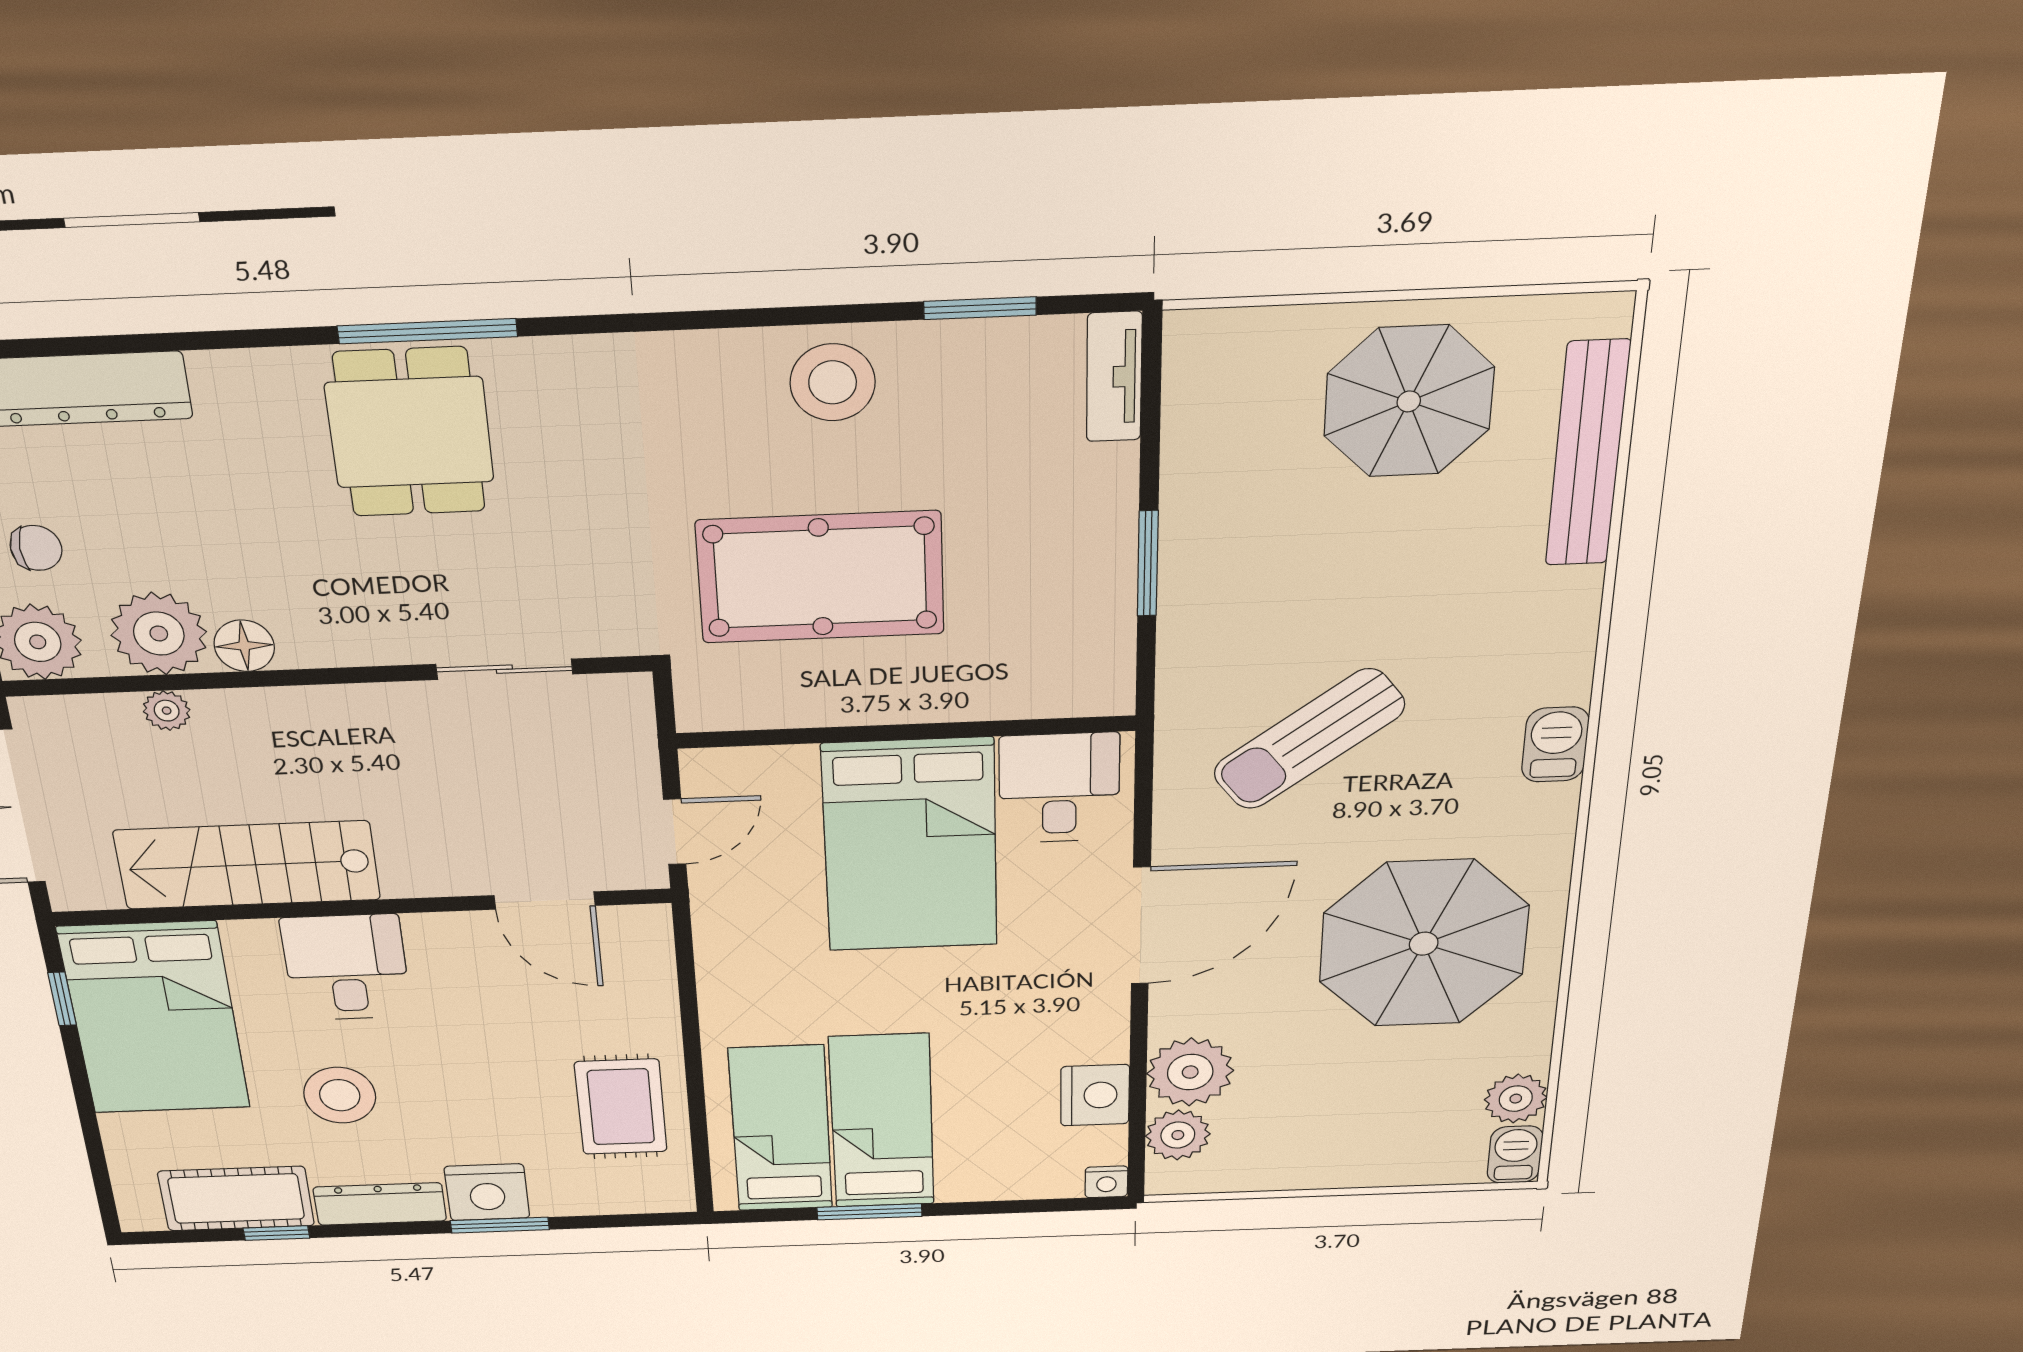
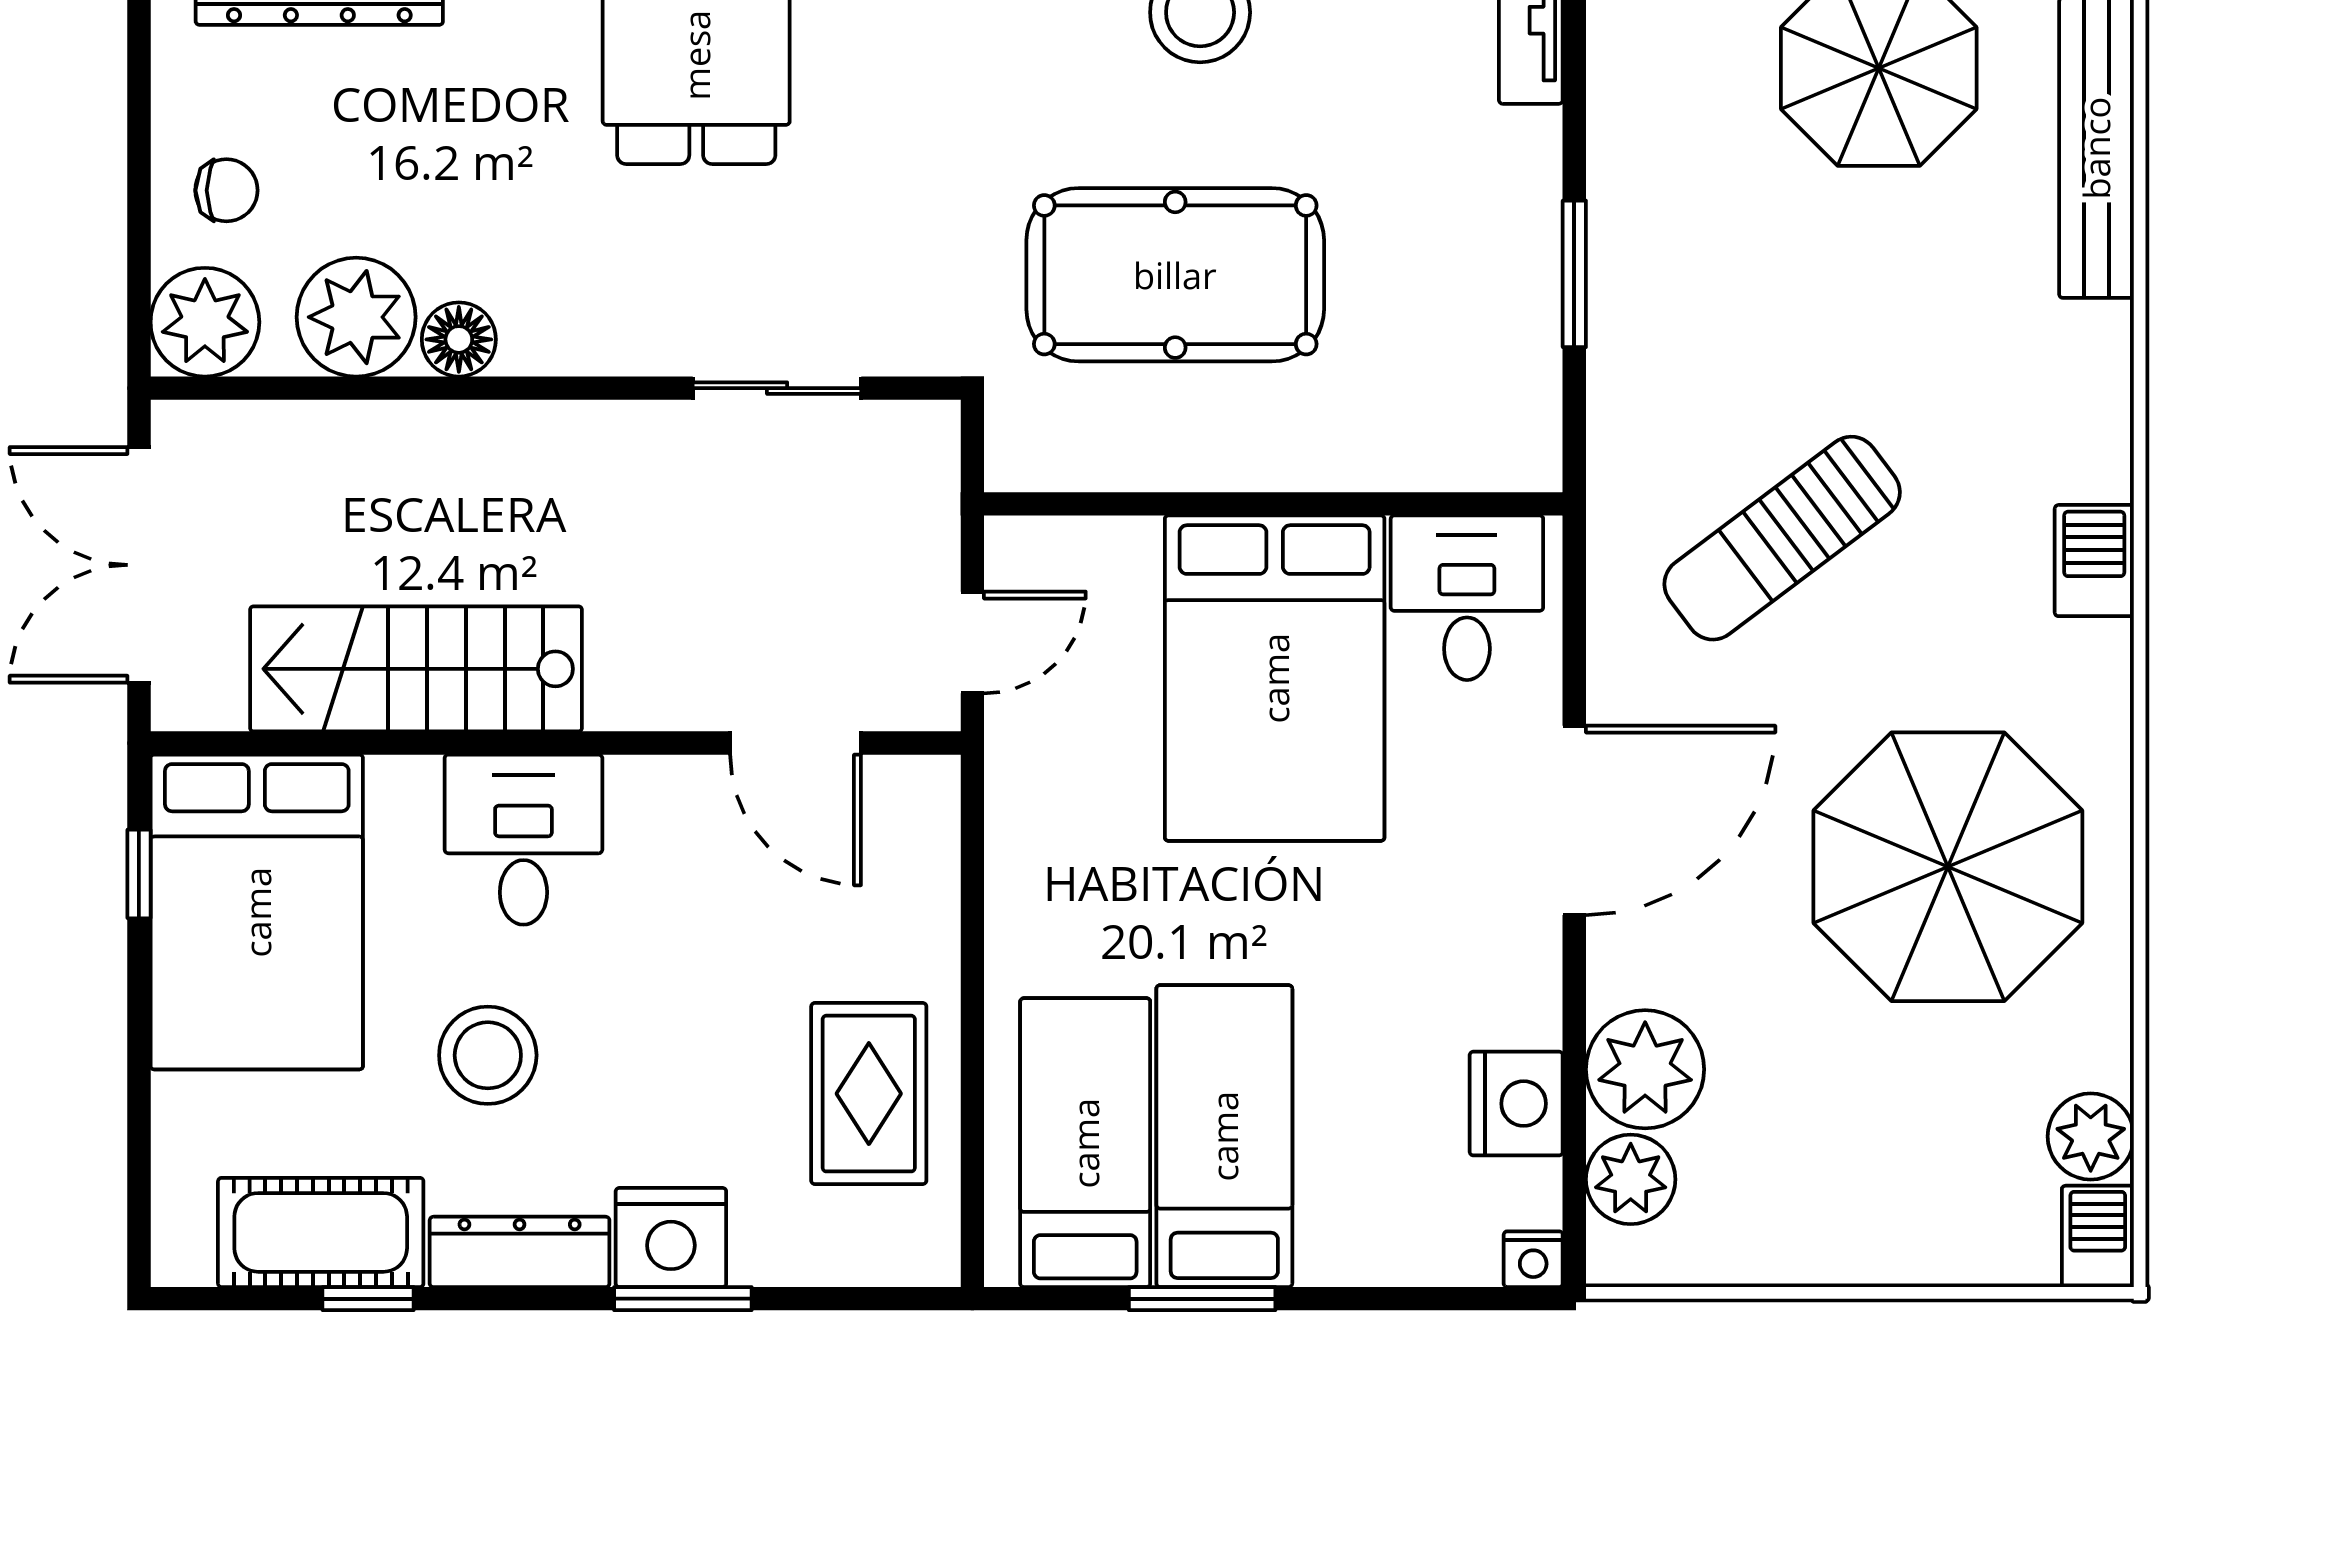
plant: (167, 711) -> (348, 429), removed

